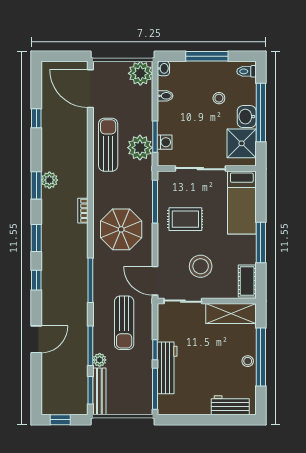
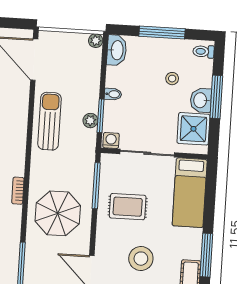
washbasin: (163, 68) -> (117, 50), width x1.91, depth x1.45
plant: (140, 73) -> (96, 41), width x0.53, depth x0.53
bidet: (165, 96) -> (113, 94), moved
window: (261, 113) -> (216, 97), width x0.68
washing machine: (165, 142) -> (111, 140), moved, turned -90
plant: (140, 148) -> (90, 121), width x0.53, depth x0.53
window: (261, 243) -> (206, 255), moved

